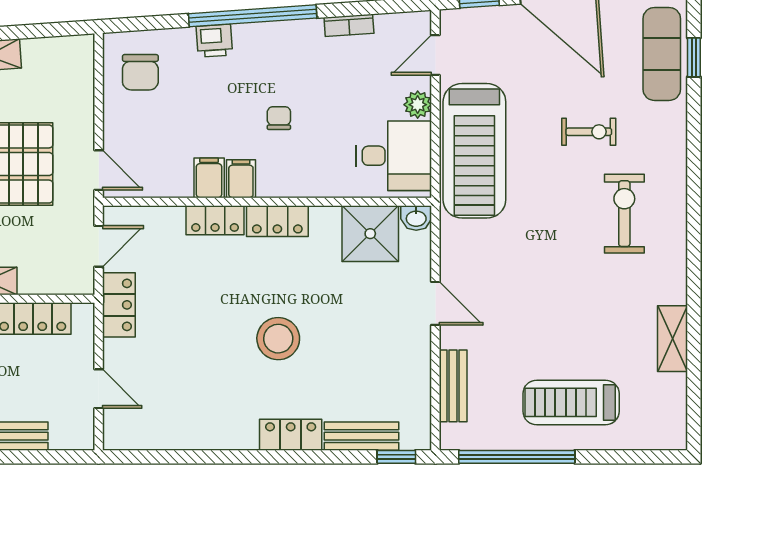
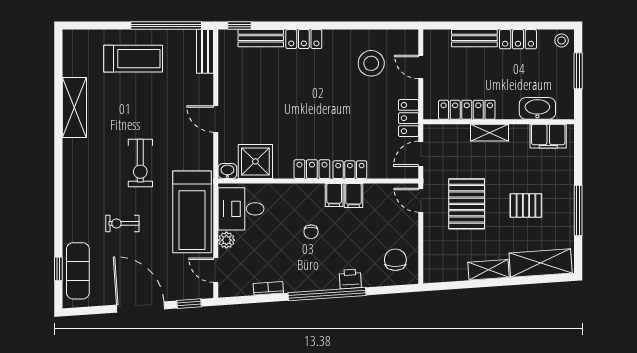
door: (435, 55) -> (216, 270), swing flipped
treadmill: (474, 151) -> (192, 212), turned 180
exercise bike: (624, 214) -> (140, 163), moved
stool: (278, 339) -> (371, 63), moved
shelving: (672, 339) -> (74, 108), width x1.50, depth x1.33
bench: (453, 386) -> (205, 51), moved

